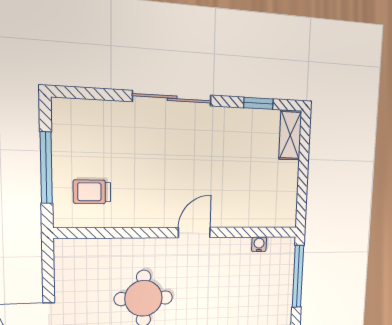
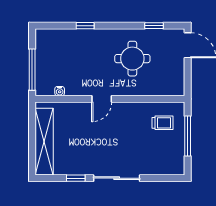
window: (258, 103) -> (76, 178), moved
shelving: (290, 135) -> (44, 142), width x2.20, depth x1.33

